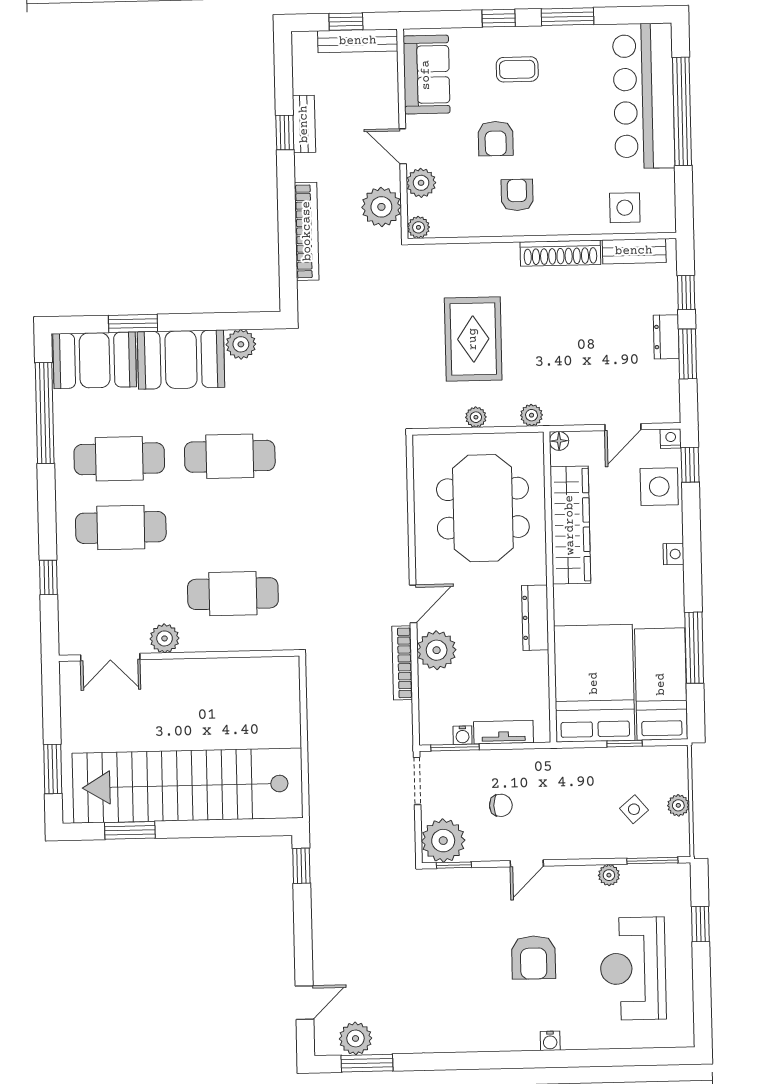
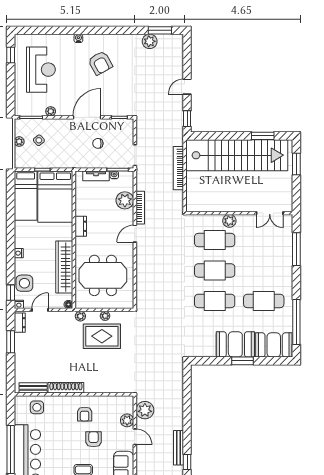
bench: (304, 124) -> (178, 448), width x1.36
window: (285, 133) -> (187, 462), moved
plant: (418, 227) -> (129, 401), removed
bookcase: (307, 231) -> (178, 168), moved
window: (686, 293) -> (11, 369), removed
window: (133, 323) -> (243, 361), moved
dresser: (666, 337) -> (20, 323), moved
rug: (473, 339) -> (102, 336), moved, turned 90
plant: (241, 344) -> (209, 351), removed
meeting table: (483, 508) -> (103, 275), turned 90
cafe table: (121, 527) -> (215, 270), moved
window: (48, 577) -> (296, 249), width x2.17
dresser: (535, 618) -> (81, 226), width x0.70
plant: (165, 638) -> (229, 221), moved
window: (694, 648) -> (11, 211), removed
plant: (437, 650) -> (125, 200), moved
double door: (110, 657) -> (270, 213), swing flipped
plant: (443, 841) -> (124, 128), removed
door: (527, 863) -> (87, 117), width x1.88
window: (700, 924) -> (11, 55), moved
armchair: (534, 957) -> (100, 63), moved, turned 151
door: (305, 1003) -> (187, 87), moved
plant: (355, 1038) -> (150, 41), moved

